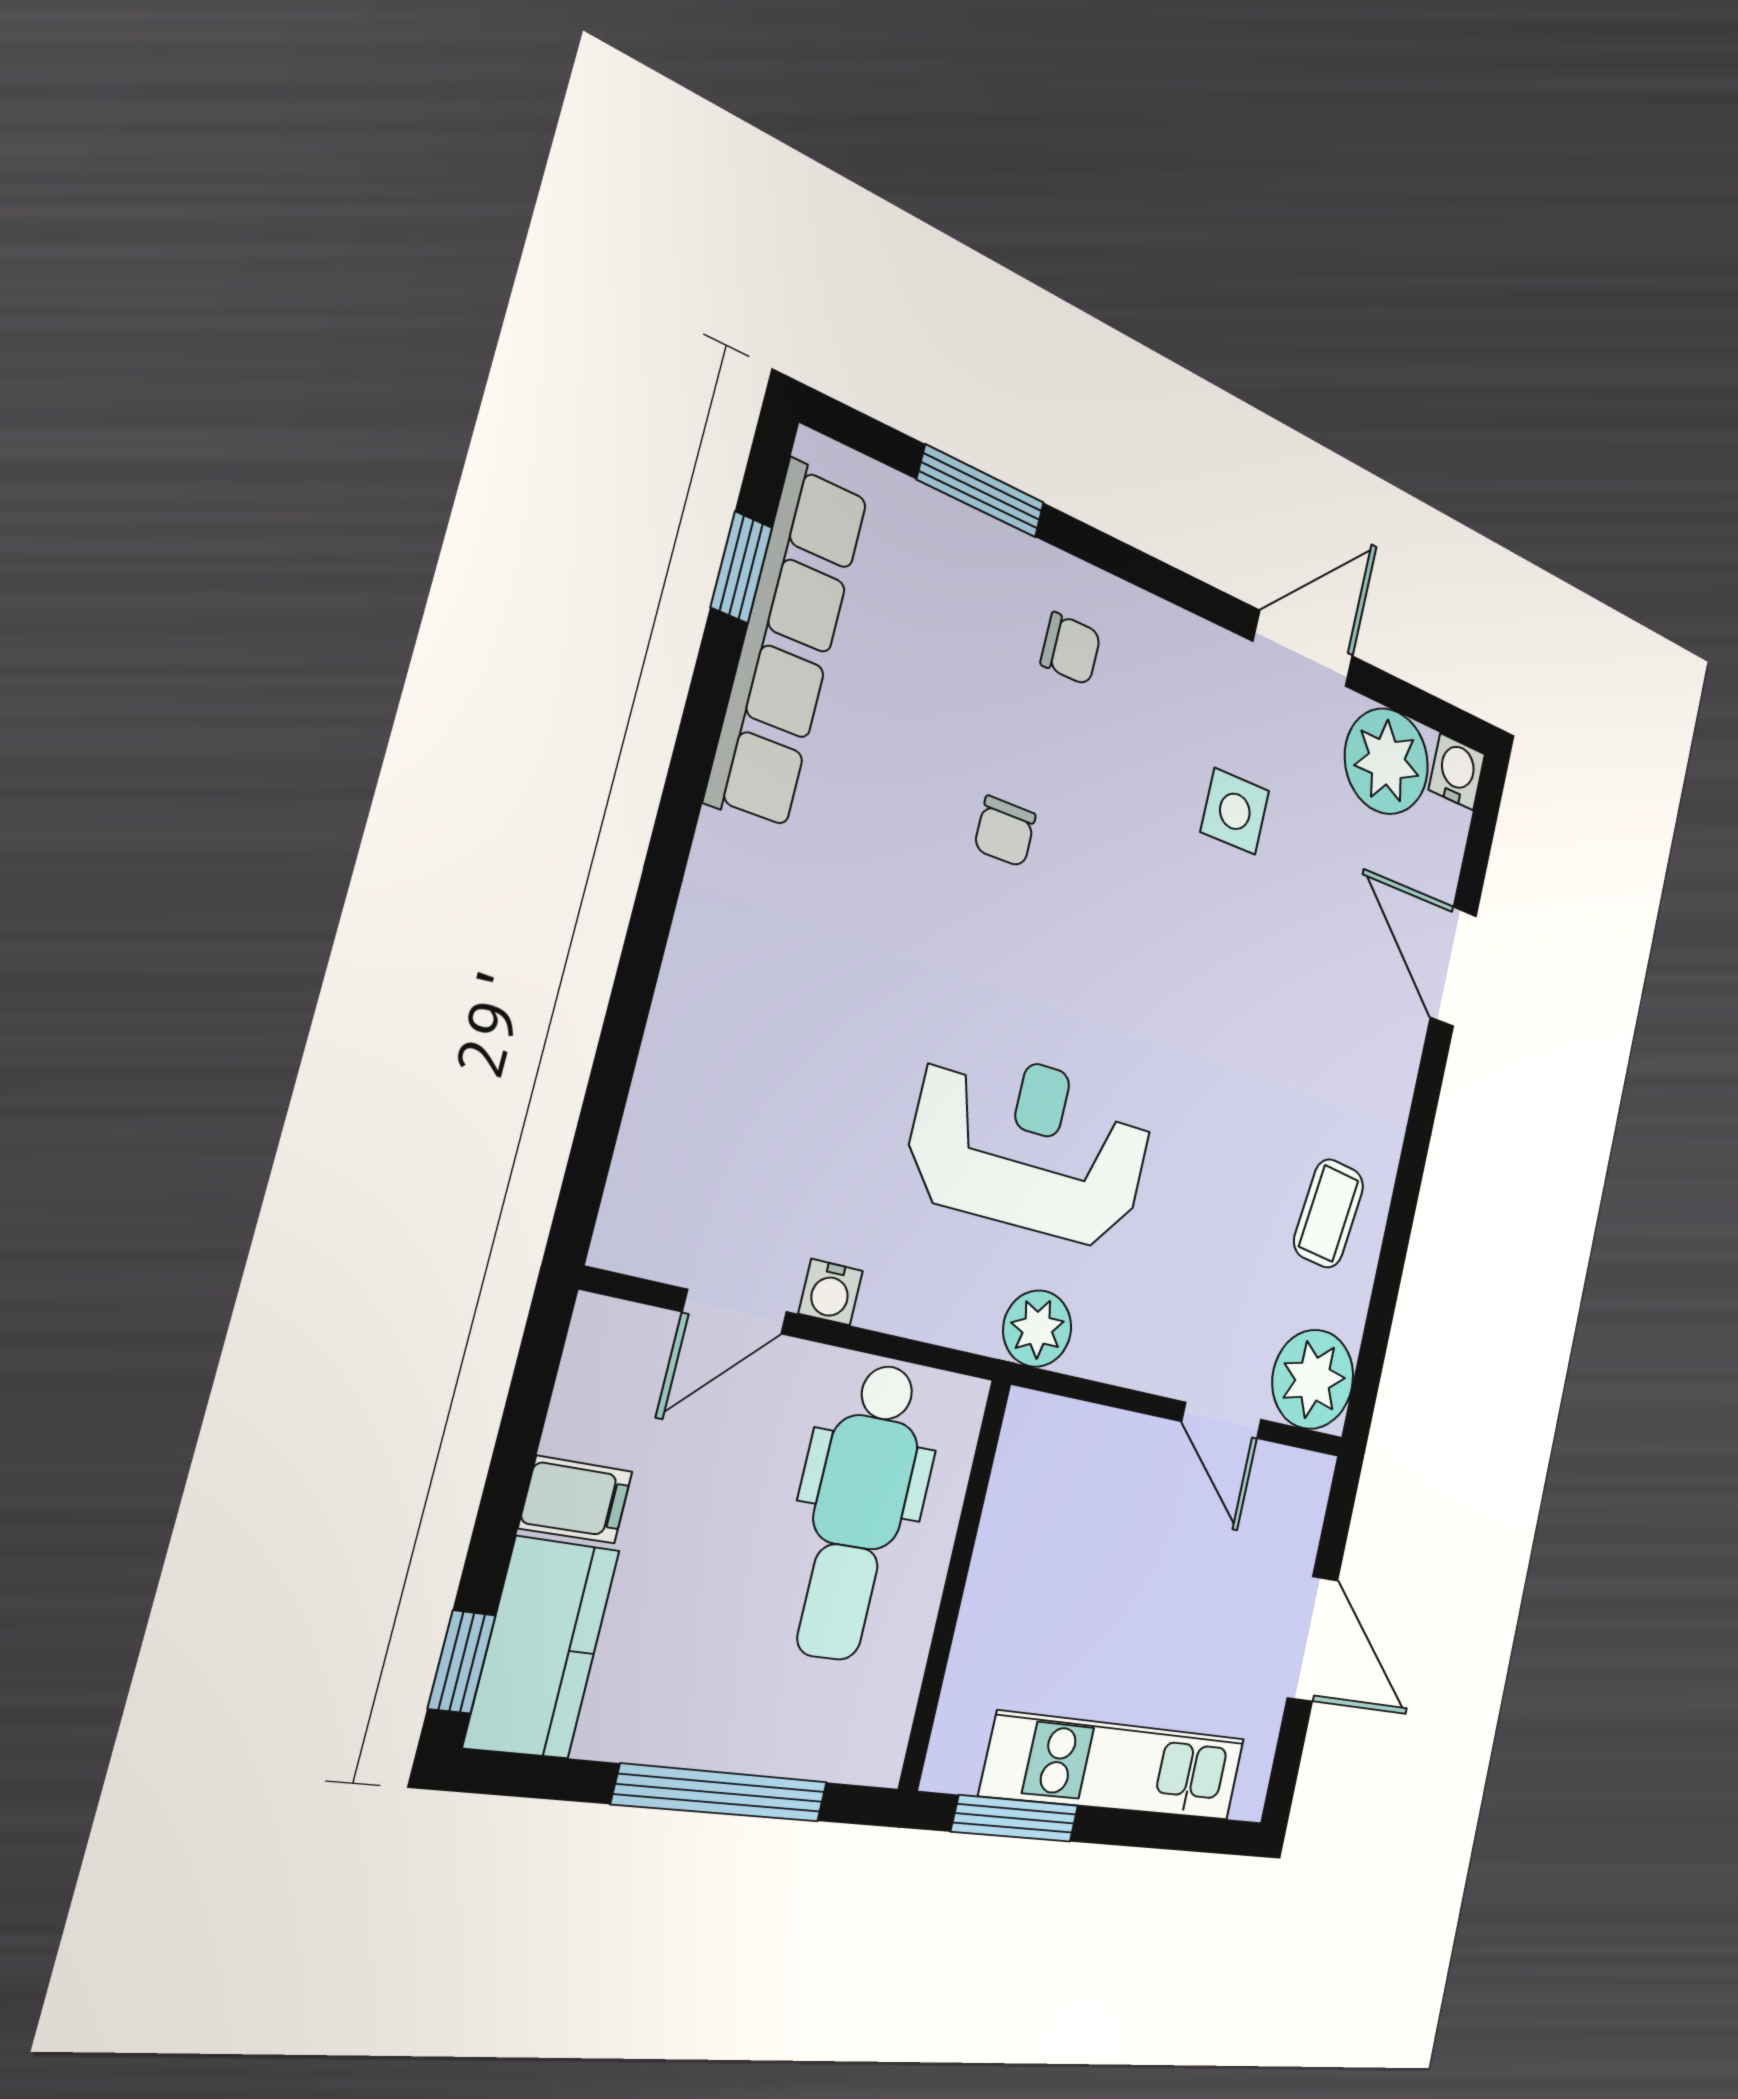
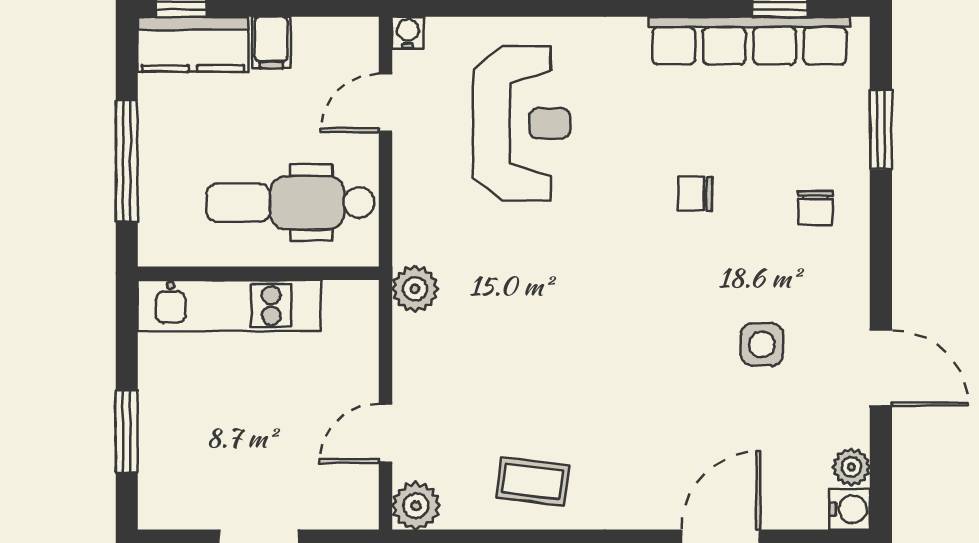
plant: (1387, 761) -> (851, 467), width x0.53, depth x0.53
reception desk: (1032, 1146) -> (521, 123), moved
water cooler: (831, 1292) -> (408, 33), moved, turned 90
door: (735, 1312) -> (385, 103), hinge flipped
plant: (1313, 1379) -> (416, 506), width x0.73, depth x0.73
kitchen unit: (1116, 1766) -> (229, 306), moved, turned 90
window: (1015, 1818) -> (127, 431), moved

